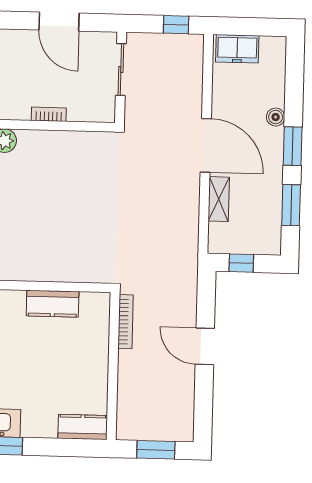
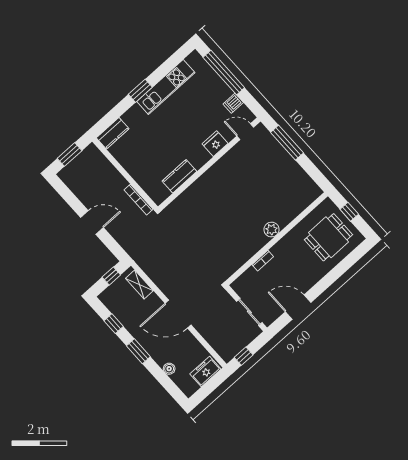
boiler: (276, 117) -> (169, 369), moved
shelving: (219, 199) -> (139, 285), moved
window: (291, 205) -> (114, 324), width x0.67

